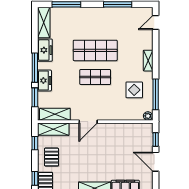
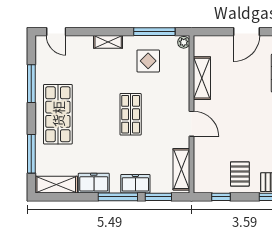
shop shelf: (95, 50) -> (58, 114), moved
shelving: (53, 129) -> (202, 78), moved
window: (156, 139) -> (216, 32), removed
pallet: (51, 157) -> (240, 174), turned 90

